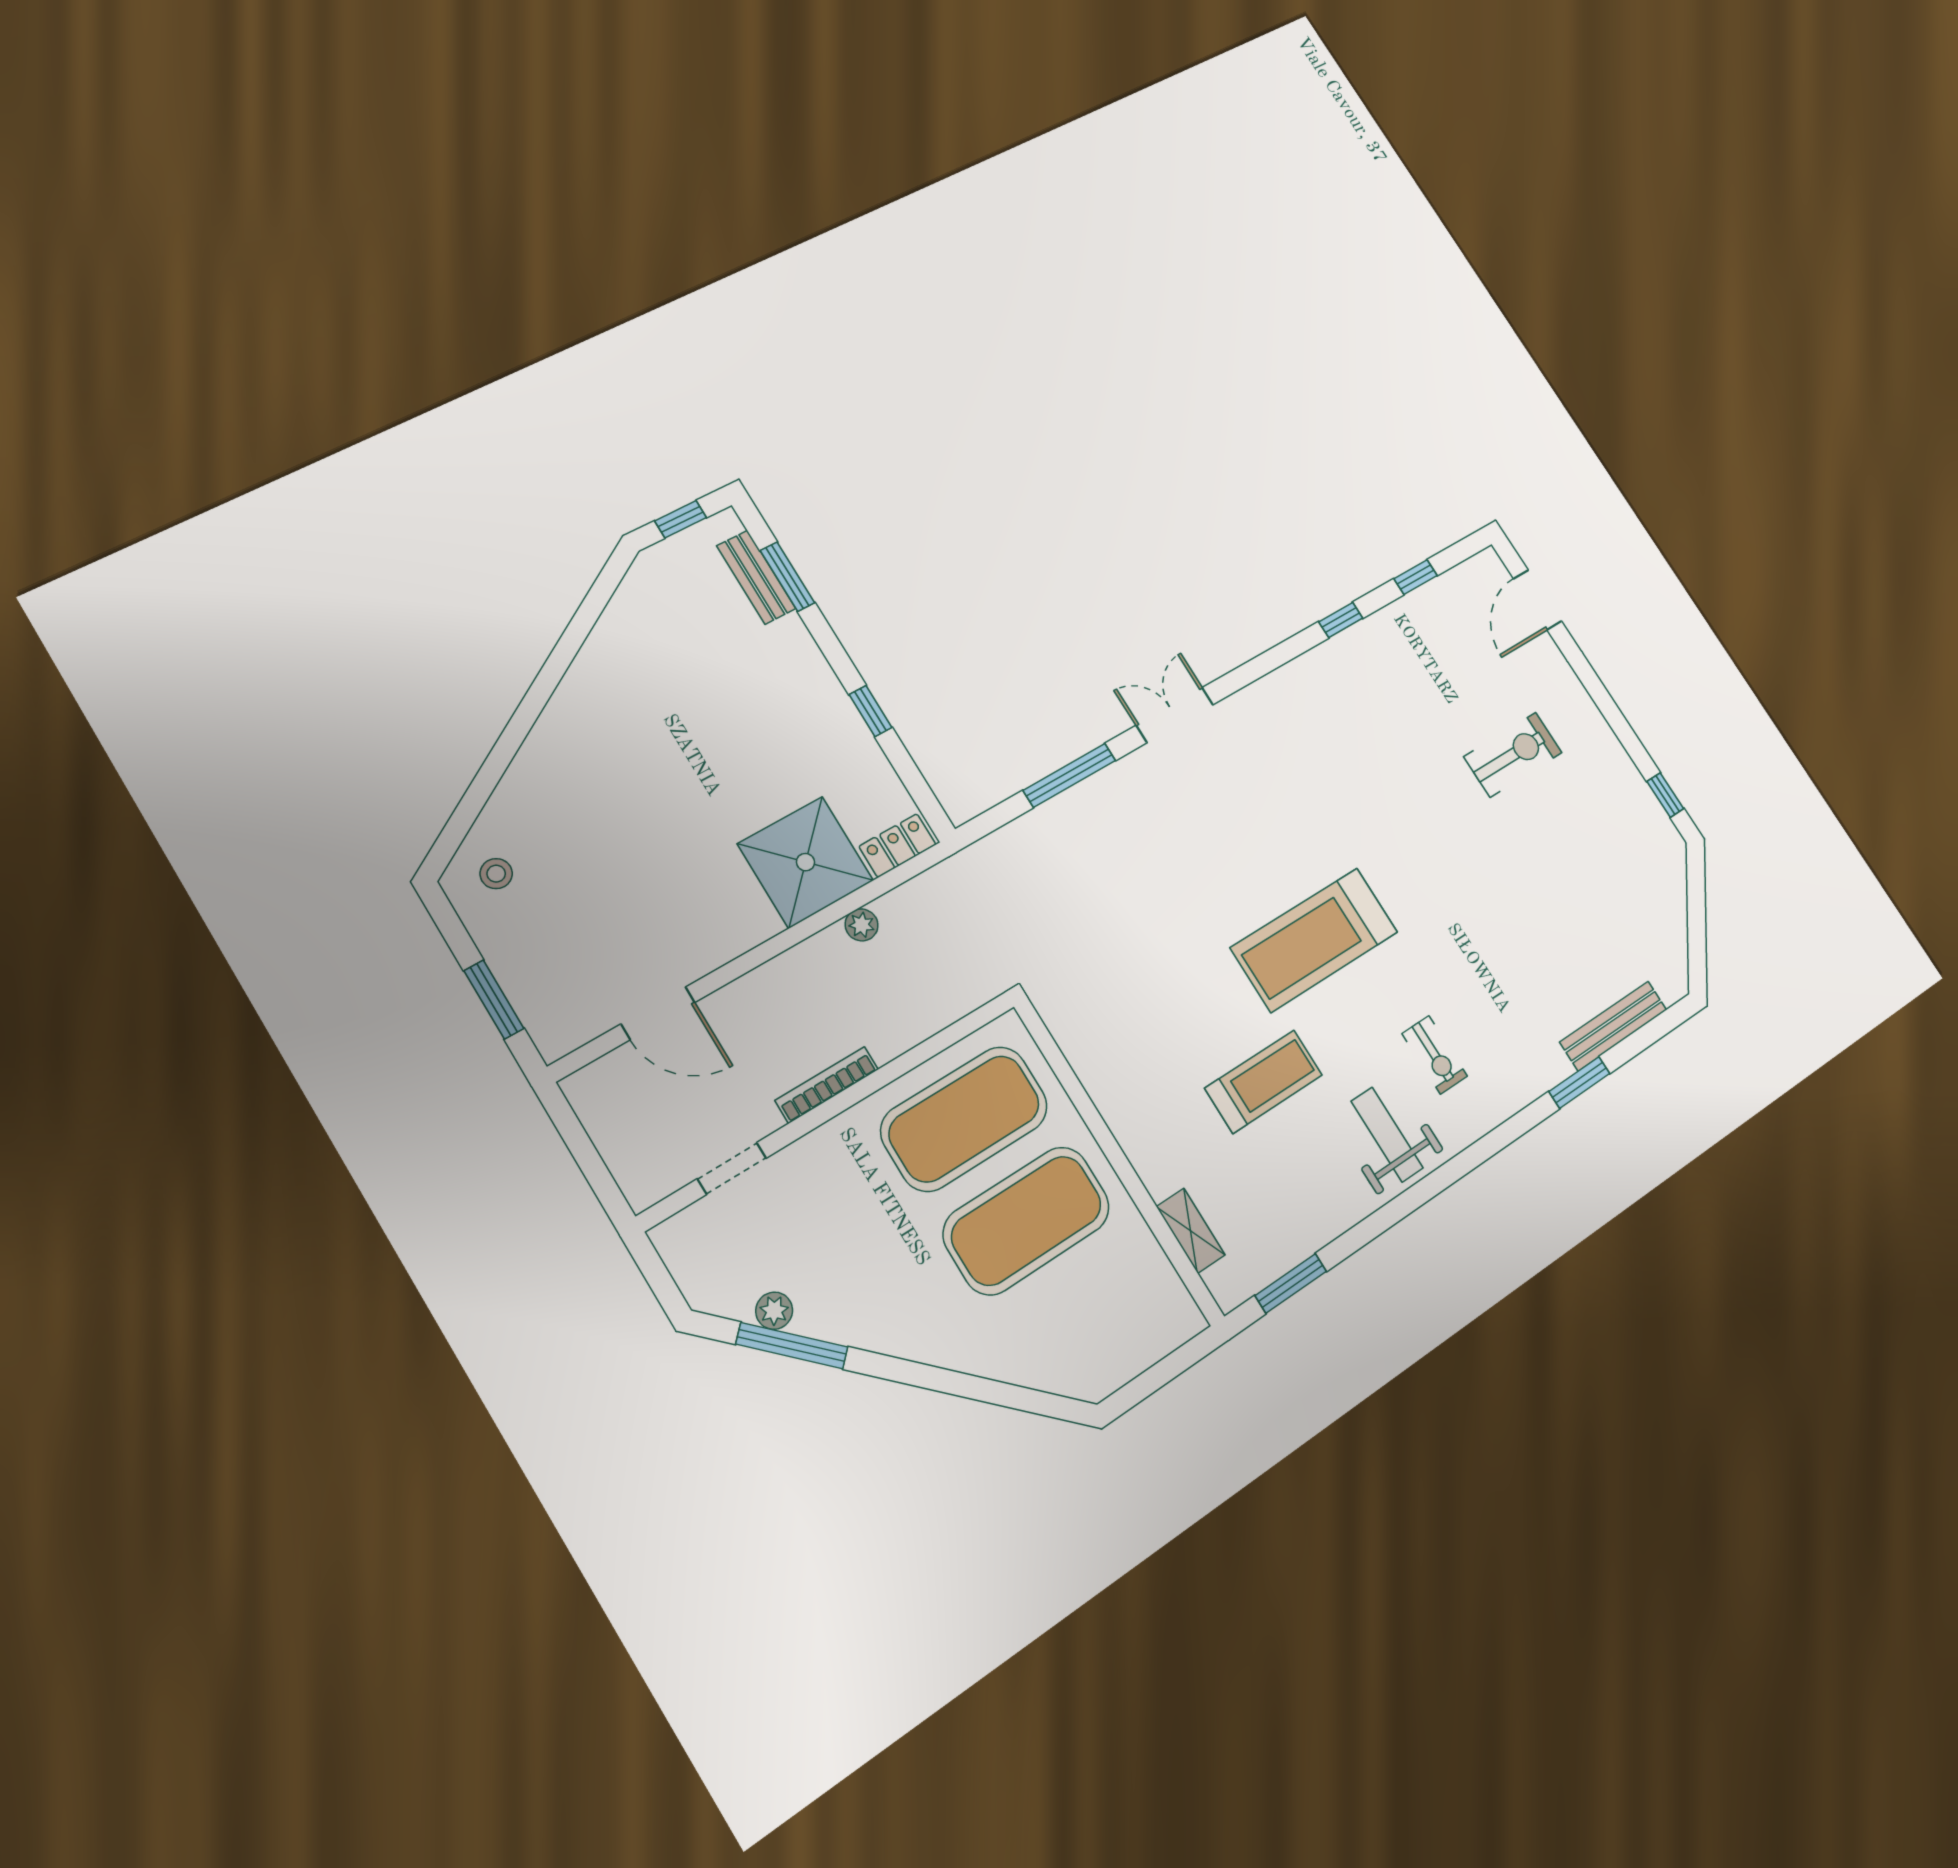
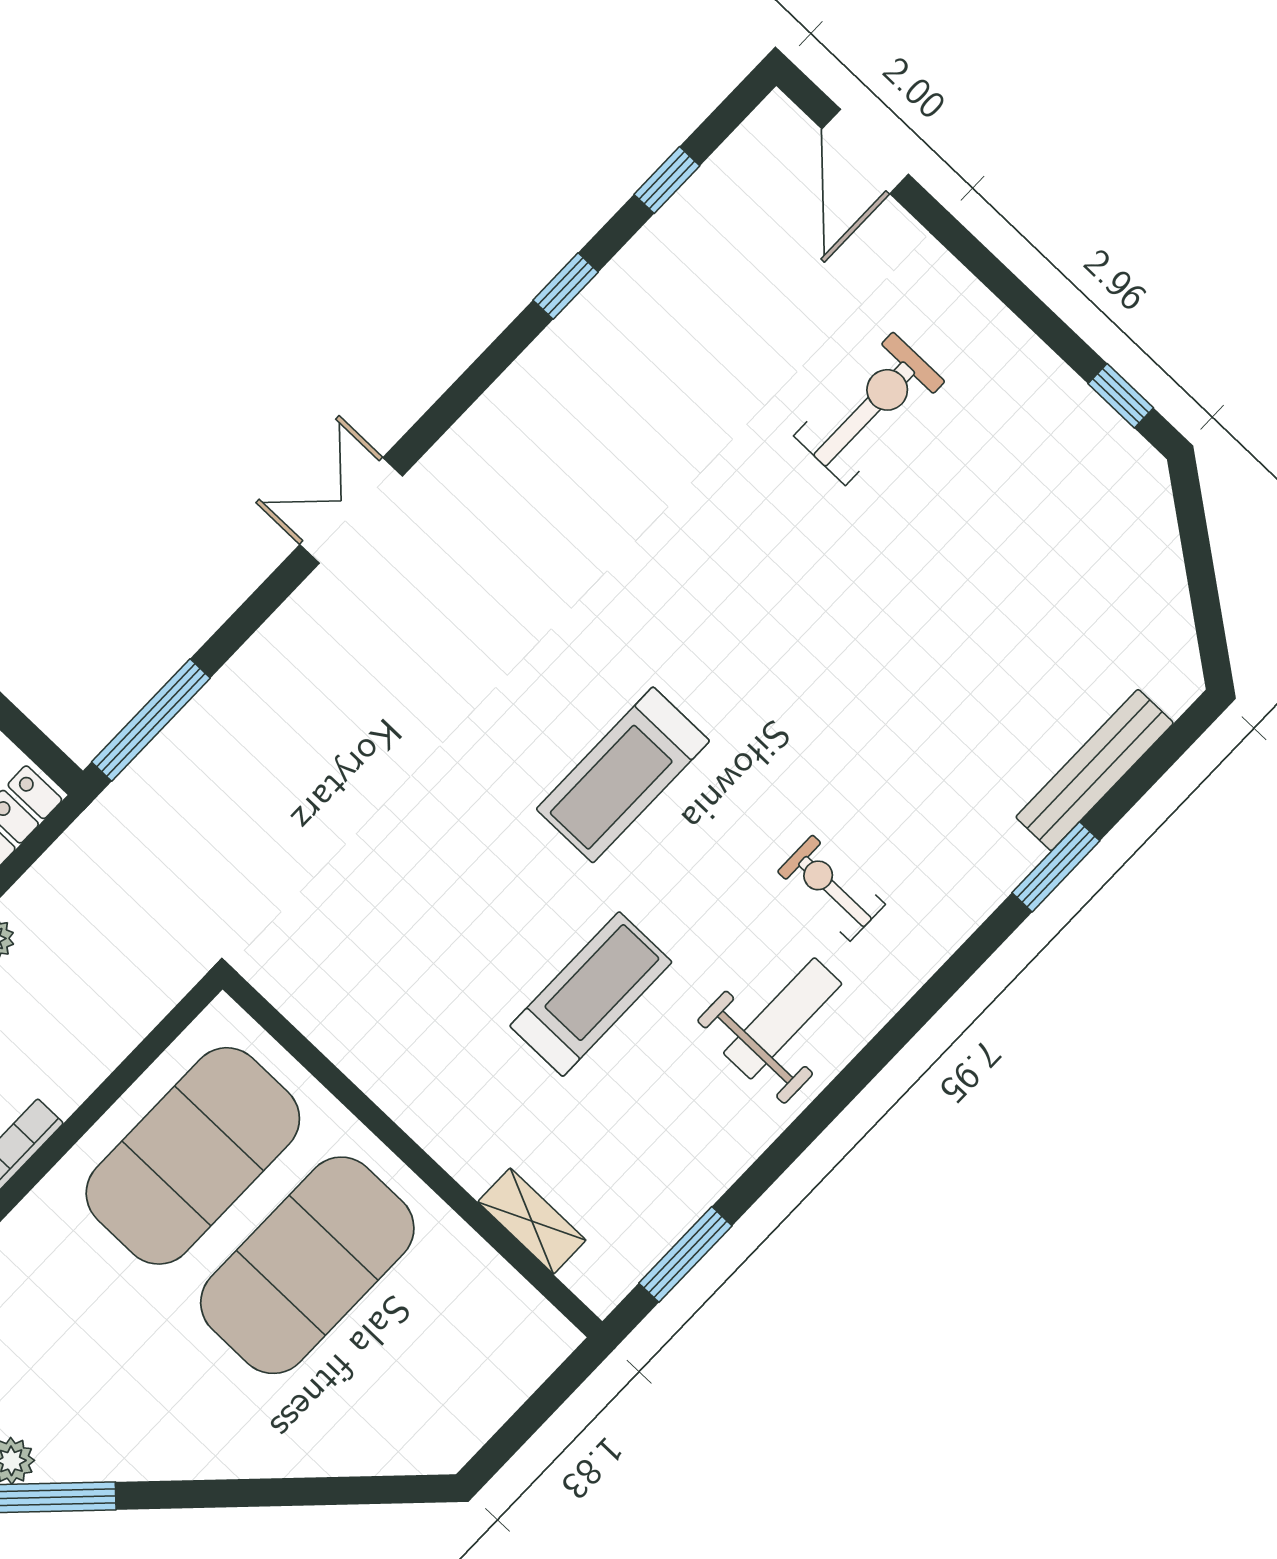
window: (1069, 775) -> (151, 720), moved
treadmill: (1314, 940) -> (623, 775), width x0.73, depth x0.73
exercise bike: (1435, 1055) -> (831, 888), turned 180
weight bench: (1387, 1135) -> (783, 1018), turned 90

